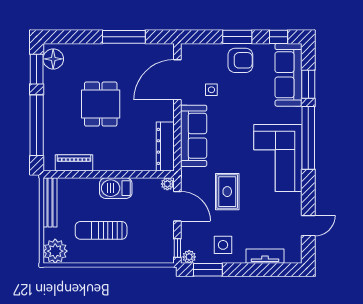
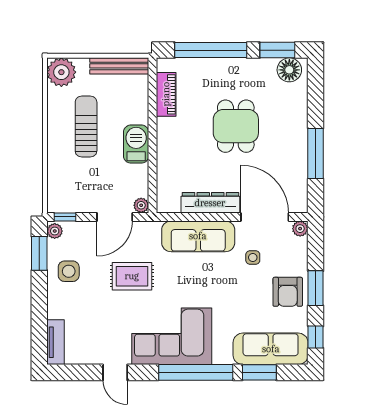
plant: (187, 50) -> (300, 229), added
dining table: (101, 104) -> (236, 126), turned 90
dresser: (165, 146) -> (210, 203), moved
door: (308, 226) -> (115, 372), moved
tv unit: (265, 256) -> (56, 342), moved

